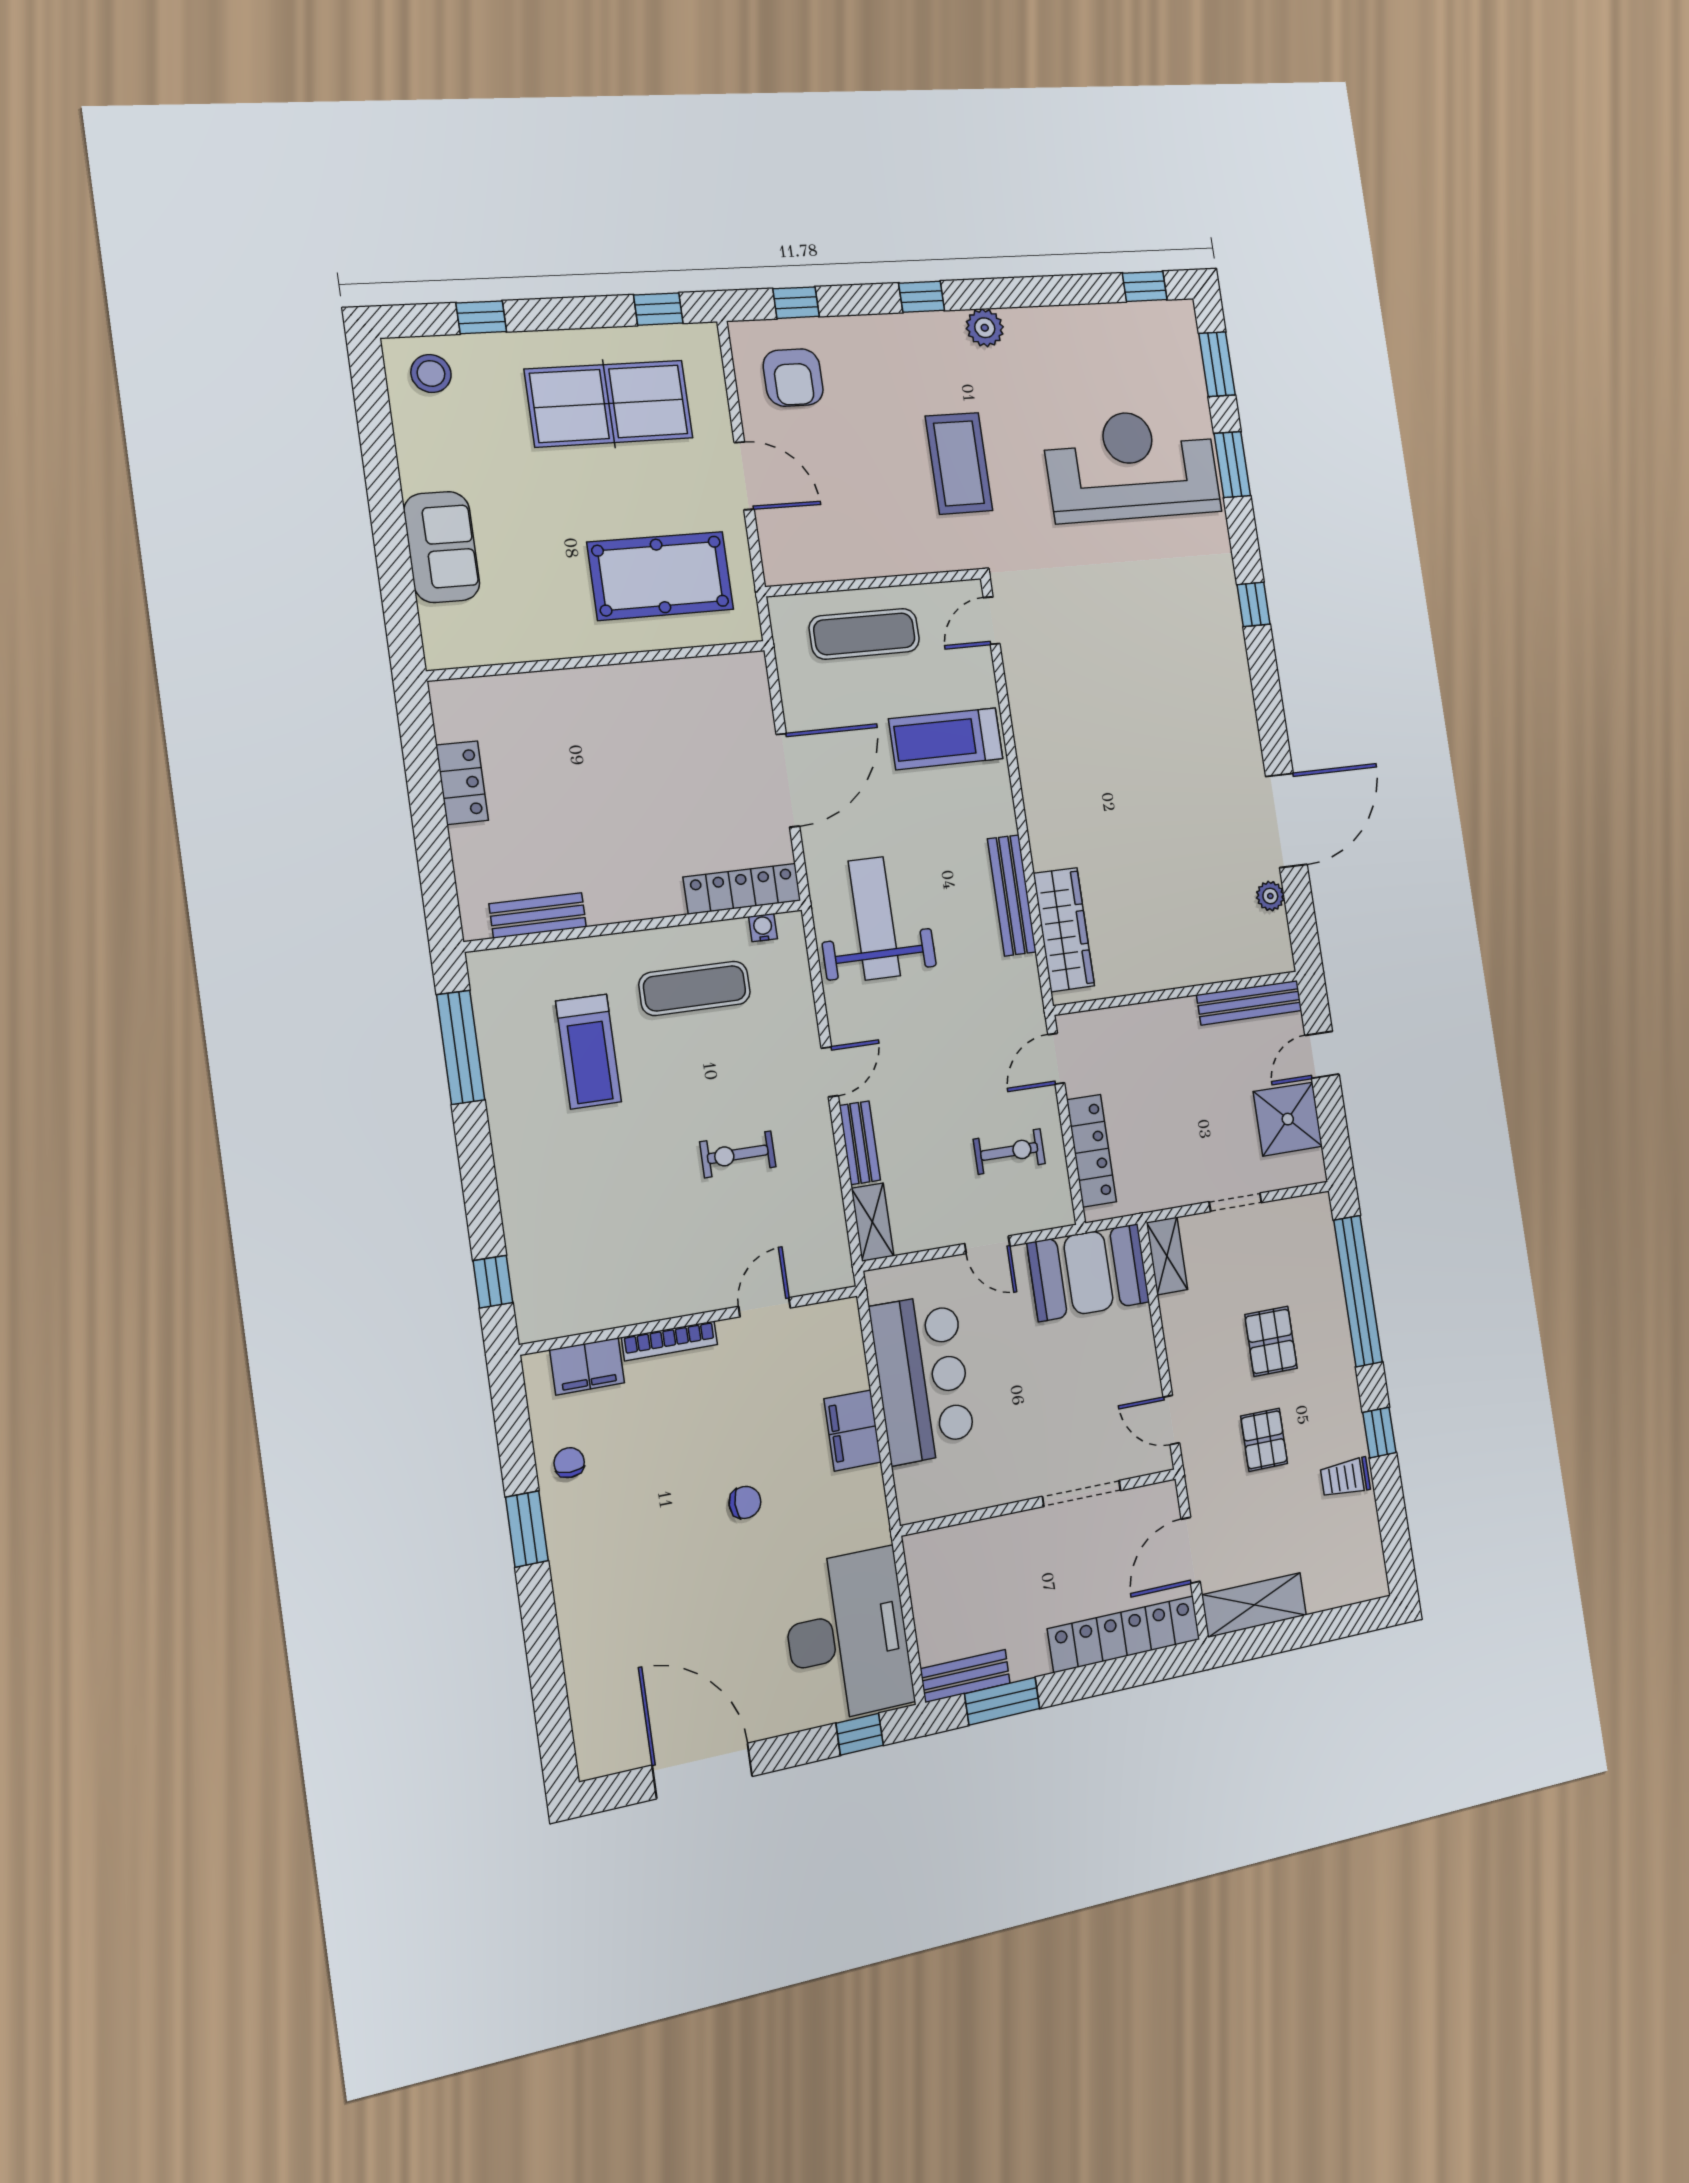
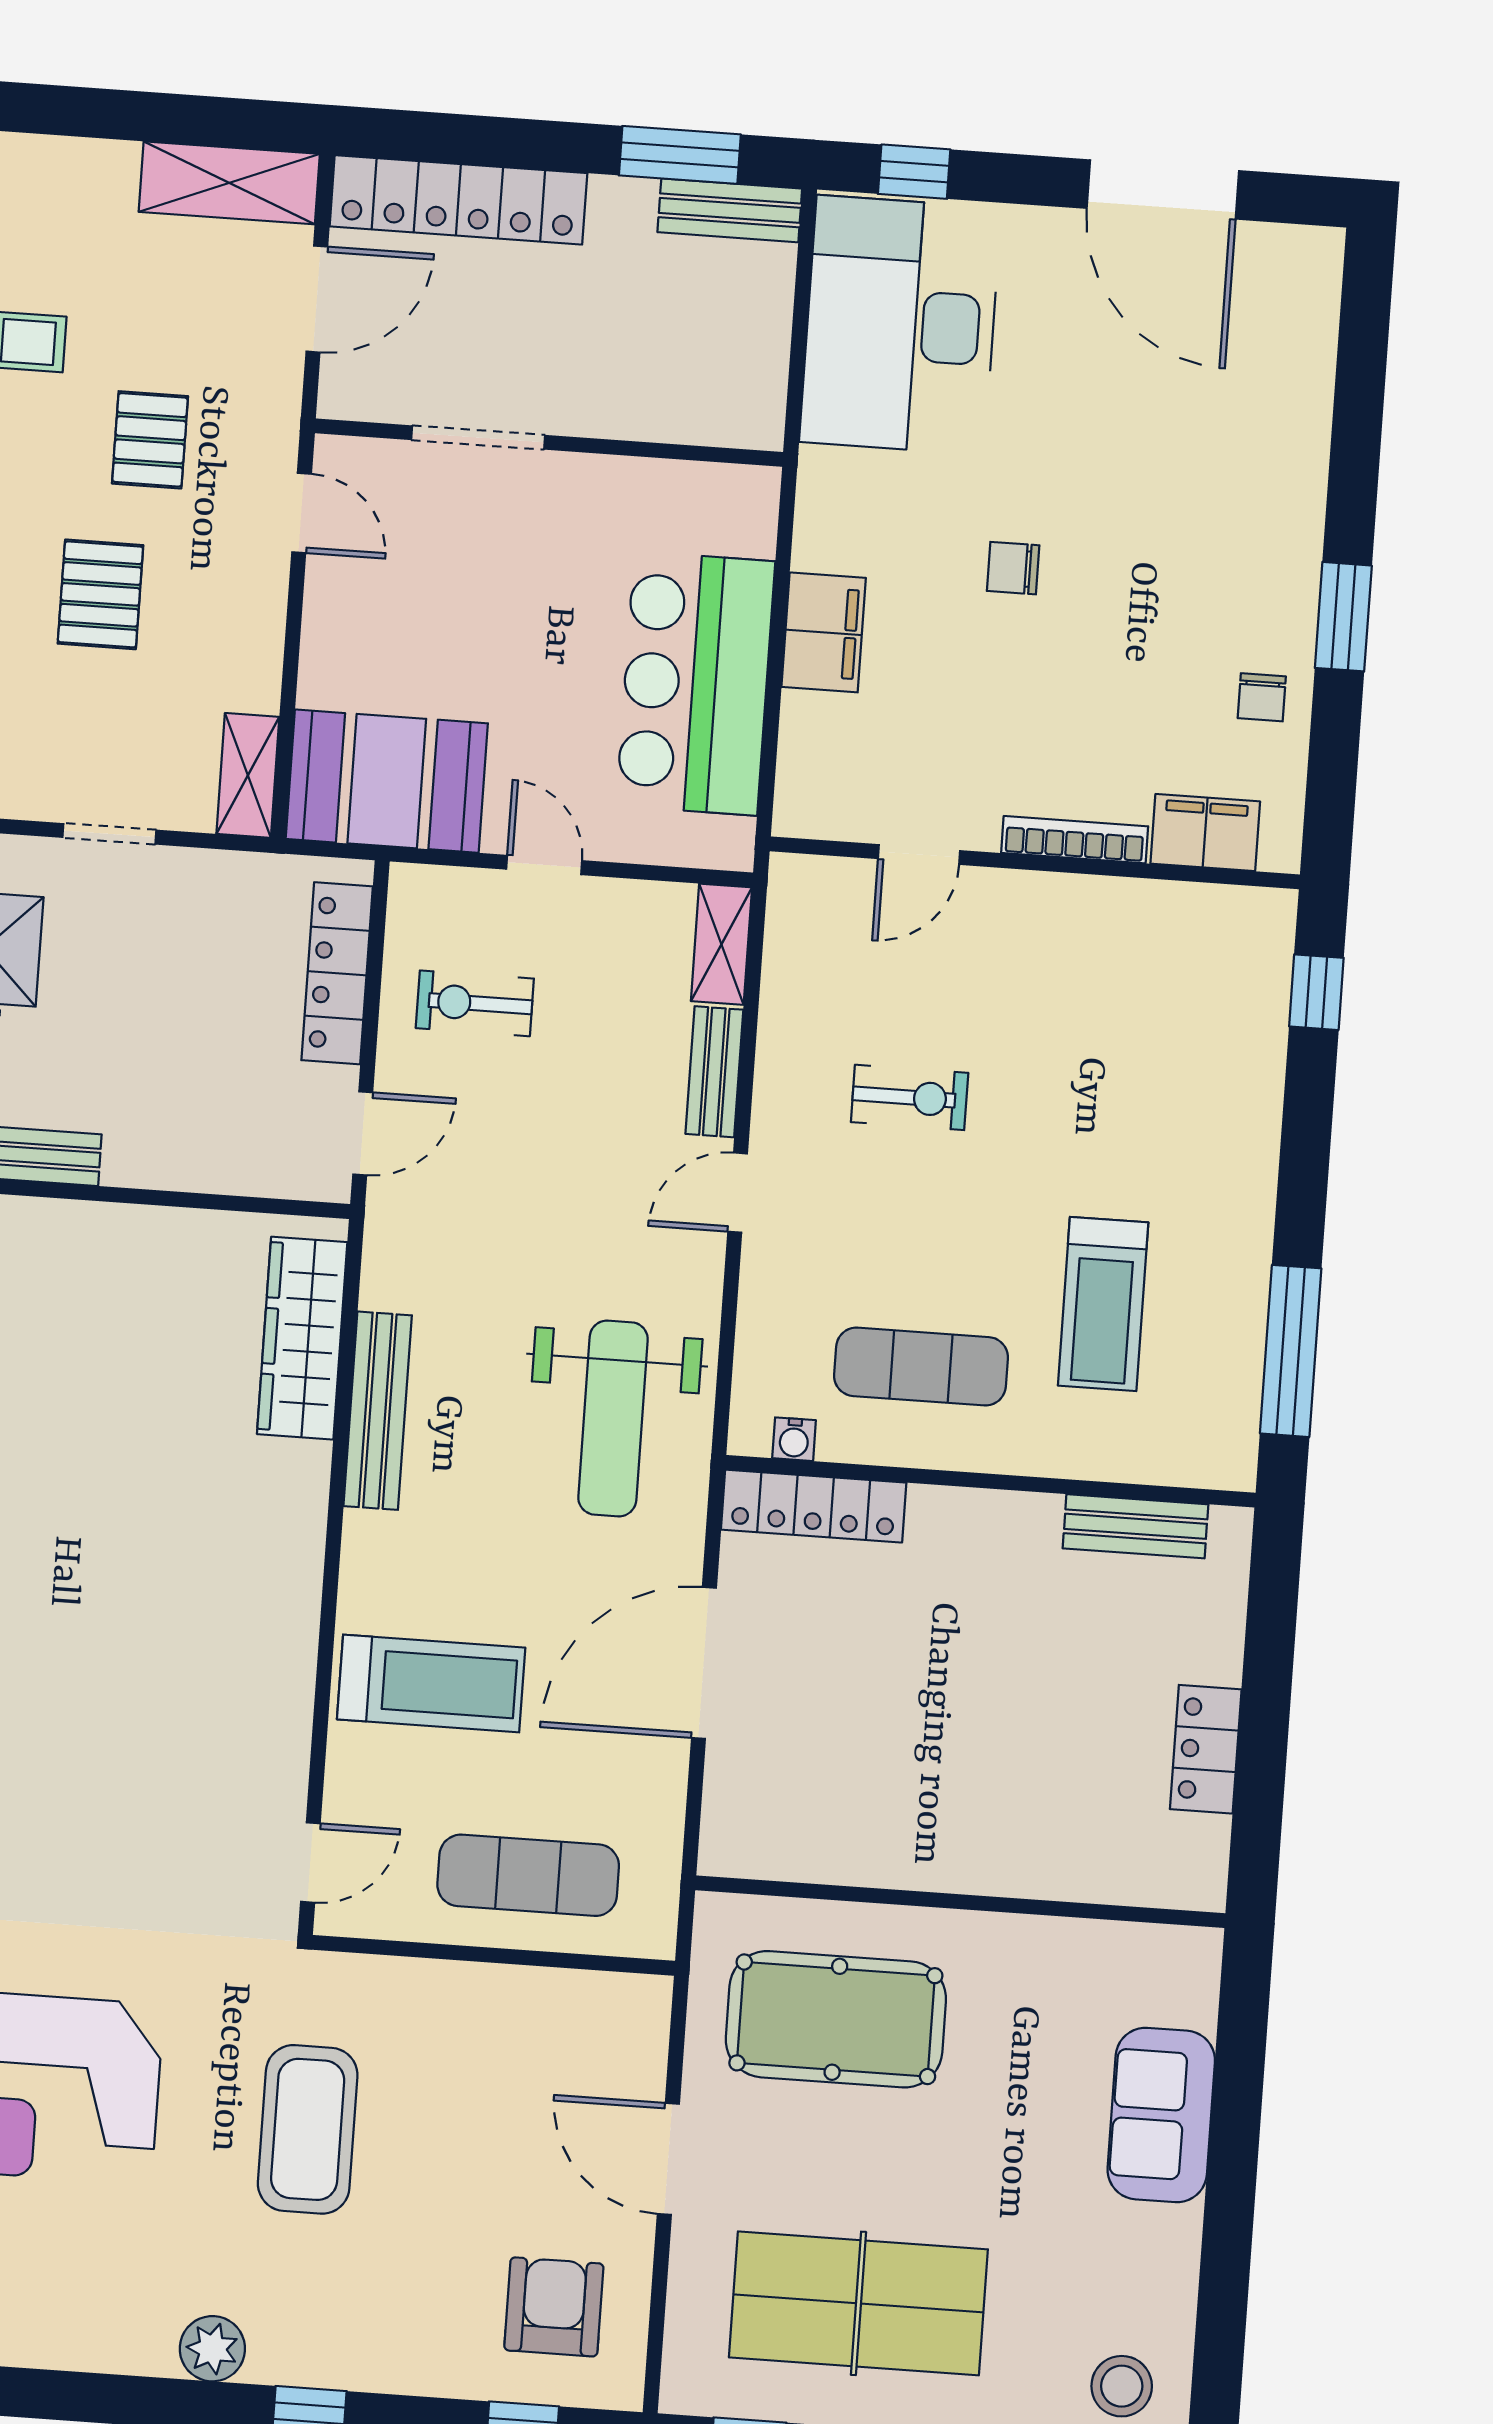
treadmill: (589, 1052) -> (1103, 1304), turned 180

